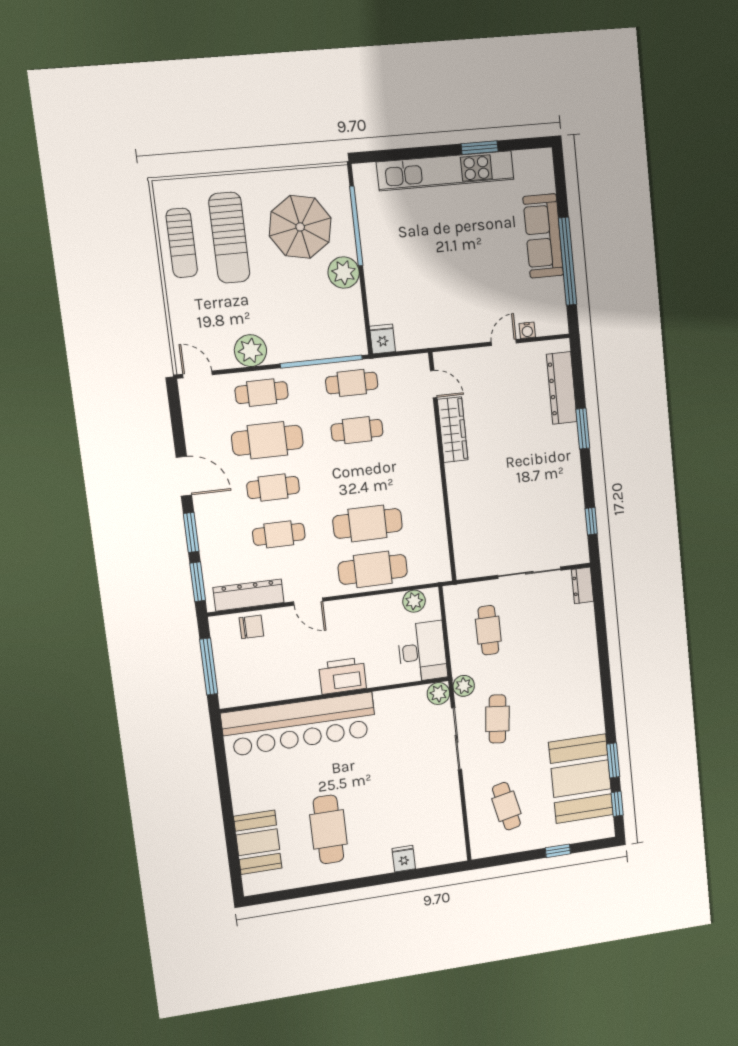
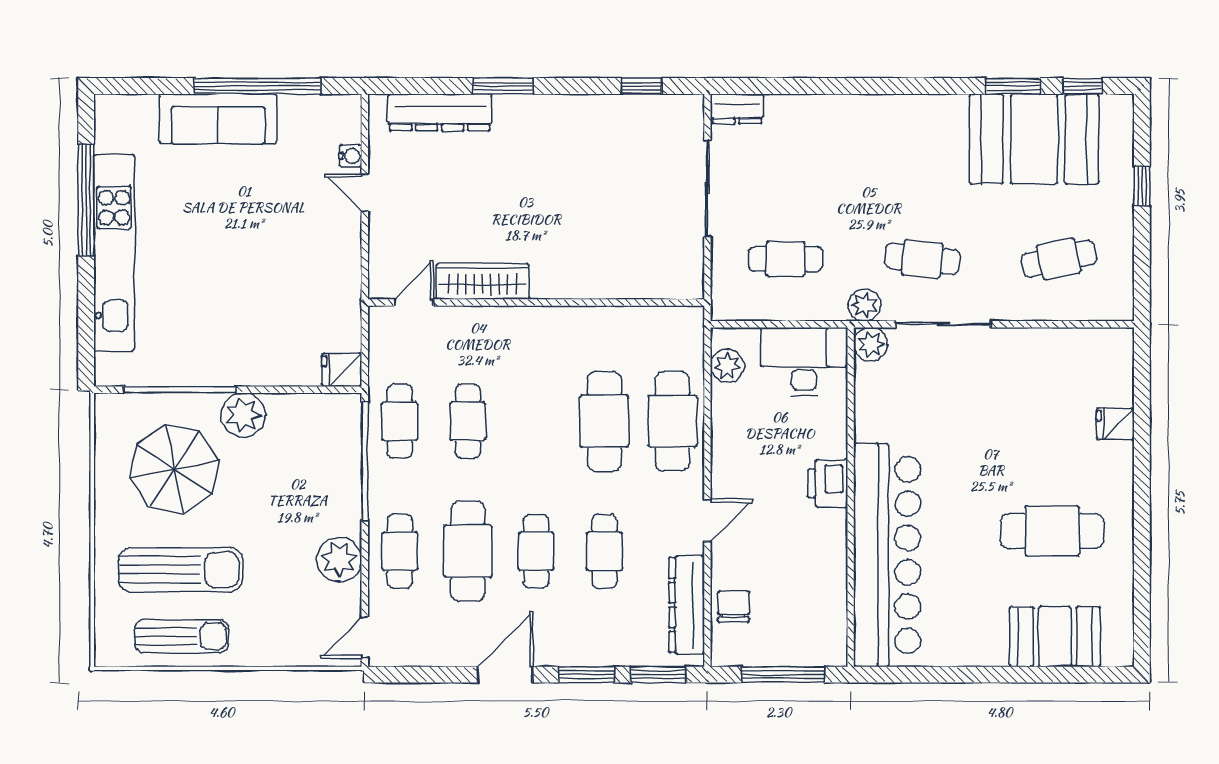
window: (480, 148) -> (86, 200), width x2.11
printer: (343, 676) -> (828, 483), width x0.73, depth x0.84

